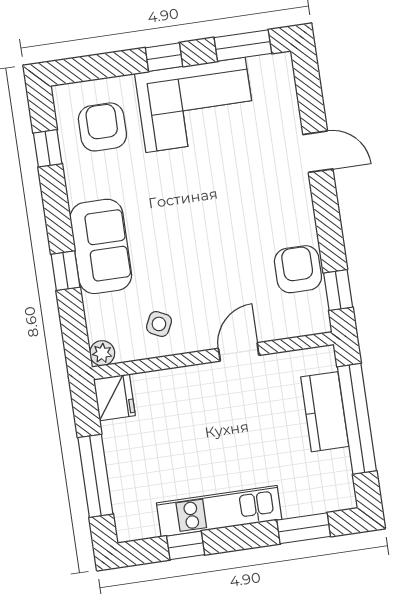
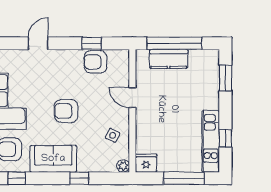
armchair: (193, 226) -> (66, 111), added
sofa: (101, 246) -> (53, 159), moved
window: (338, 290) -> (92, 43), moved
kitchen unit: (219, 511) -> (211, 141), moved

